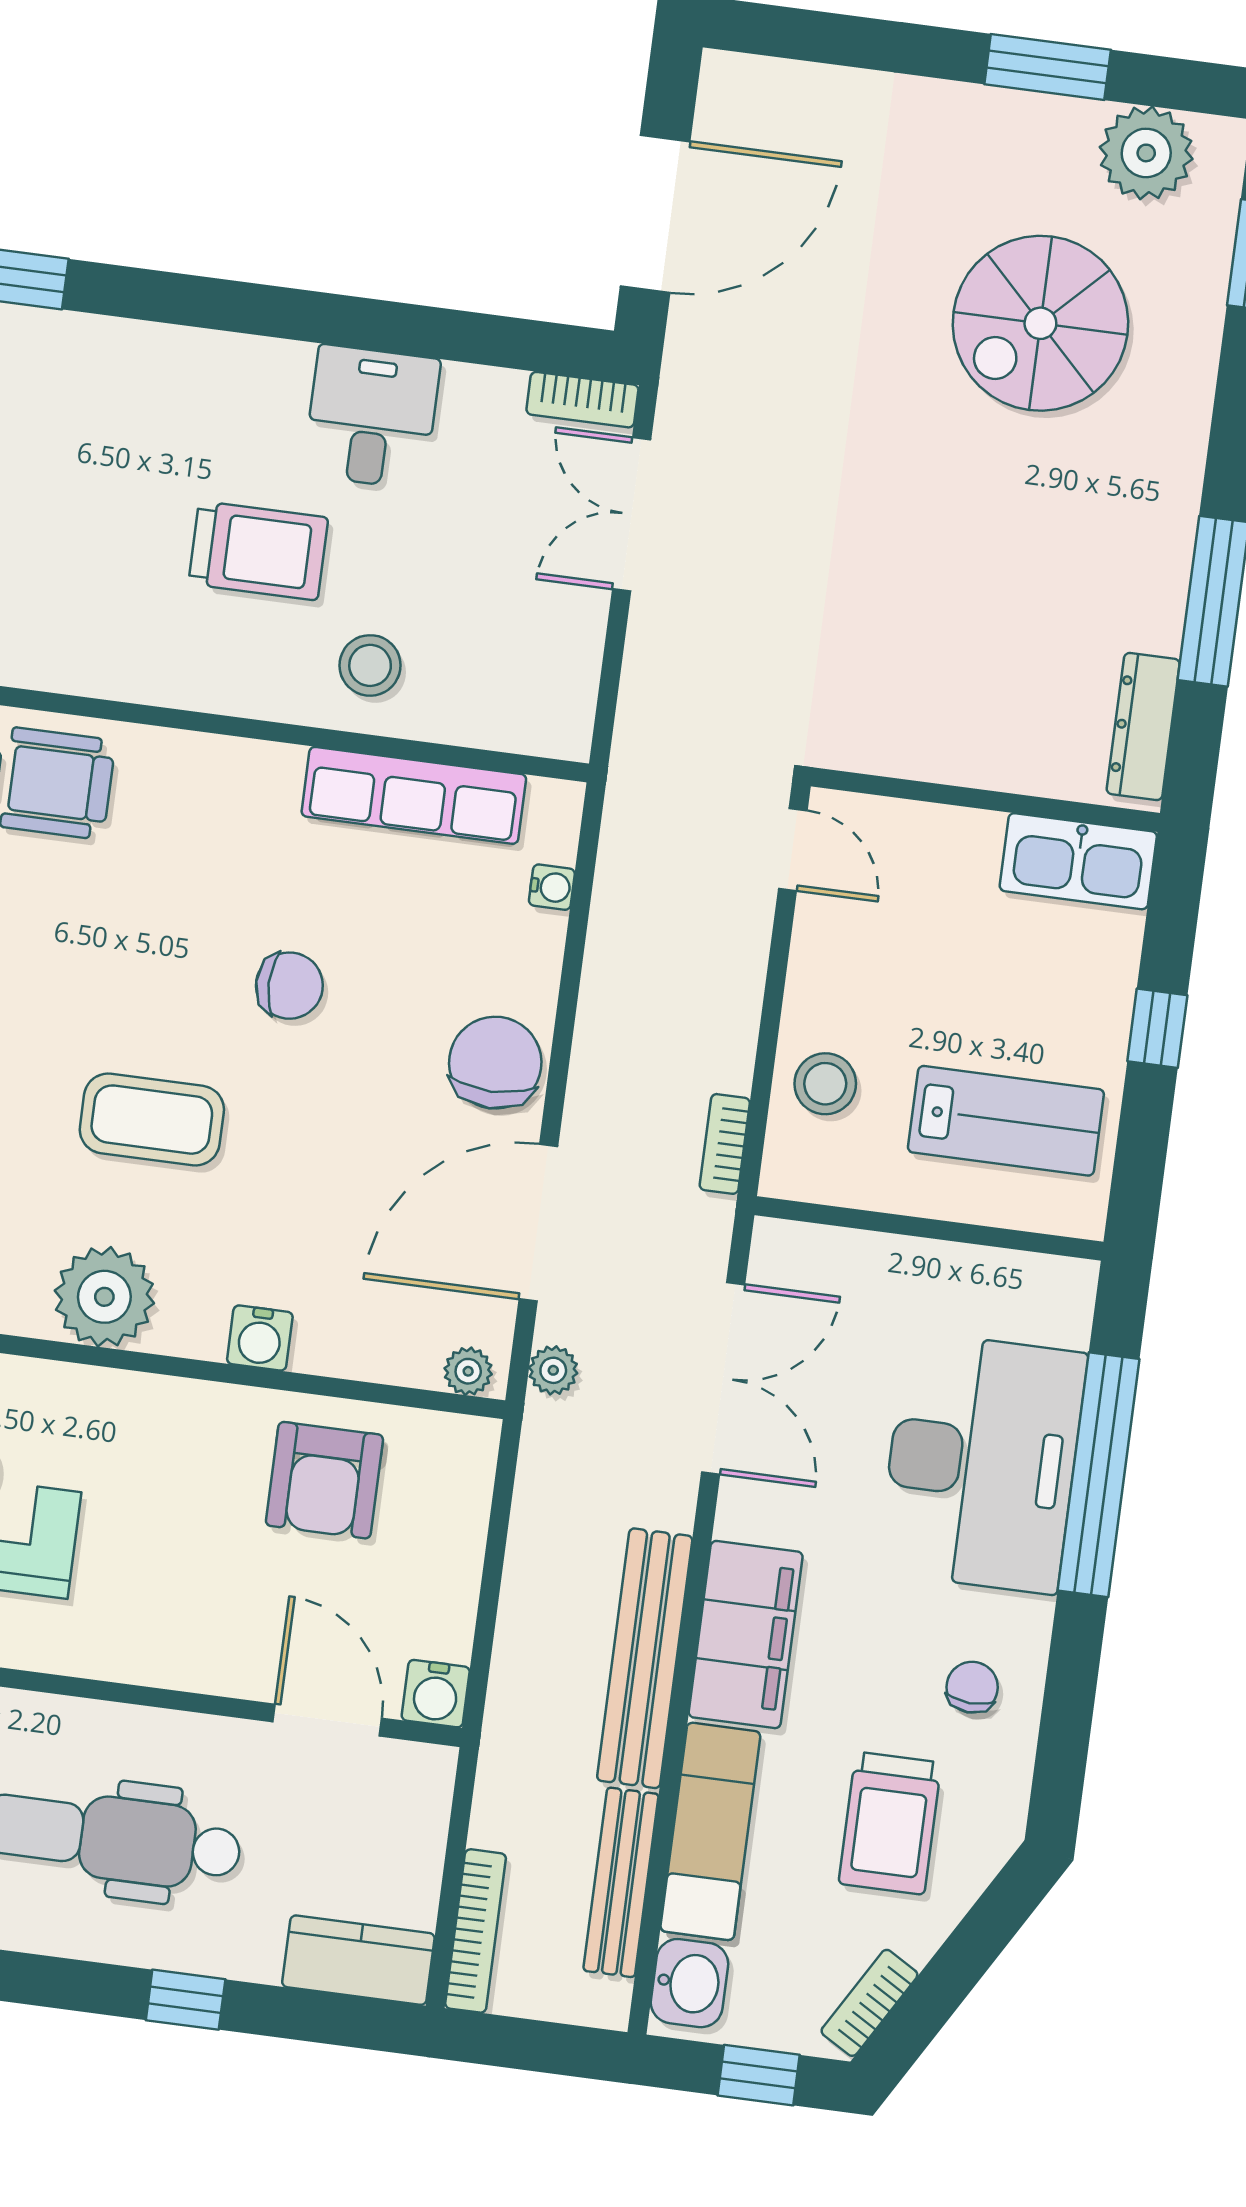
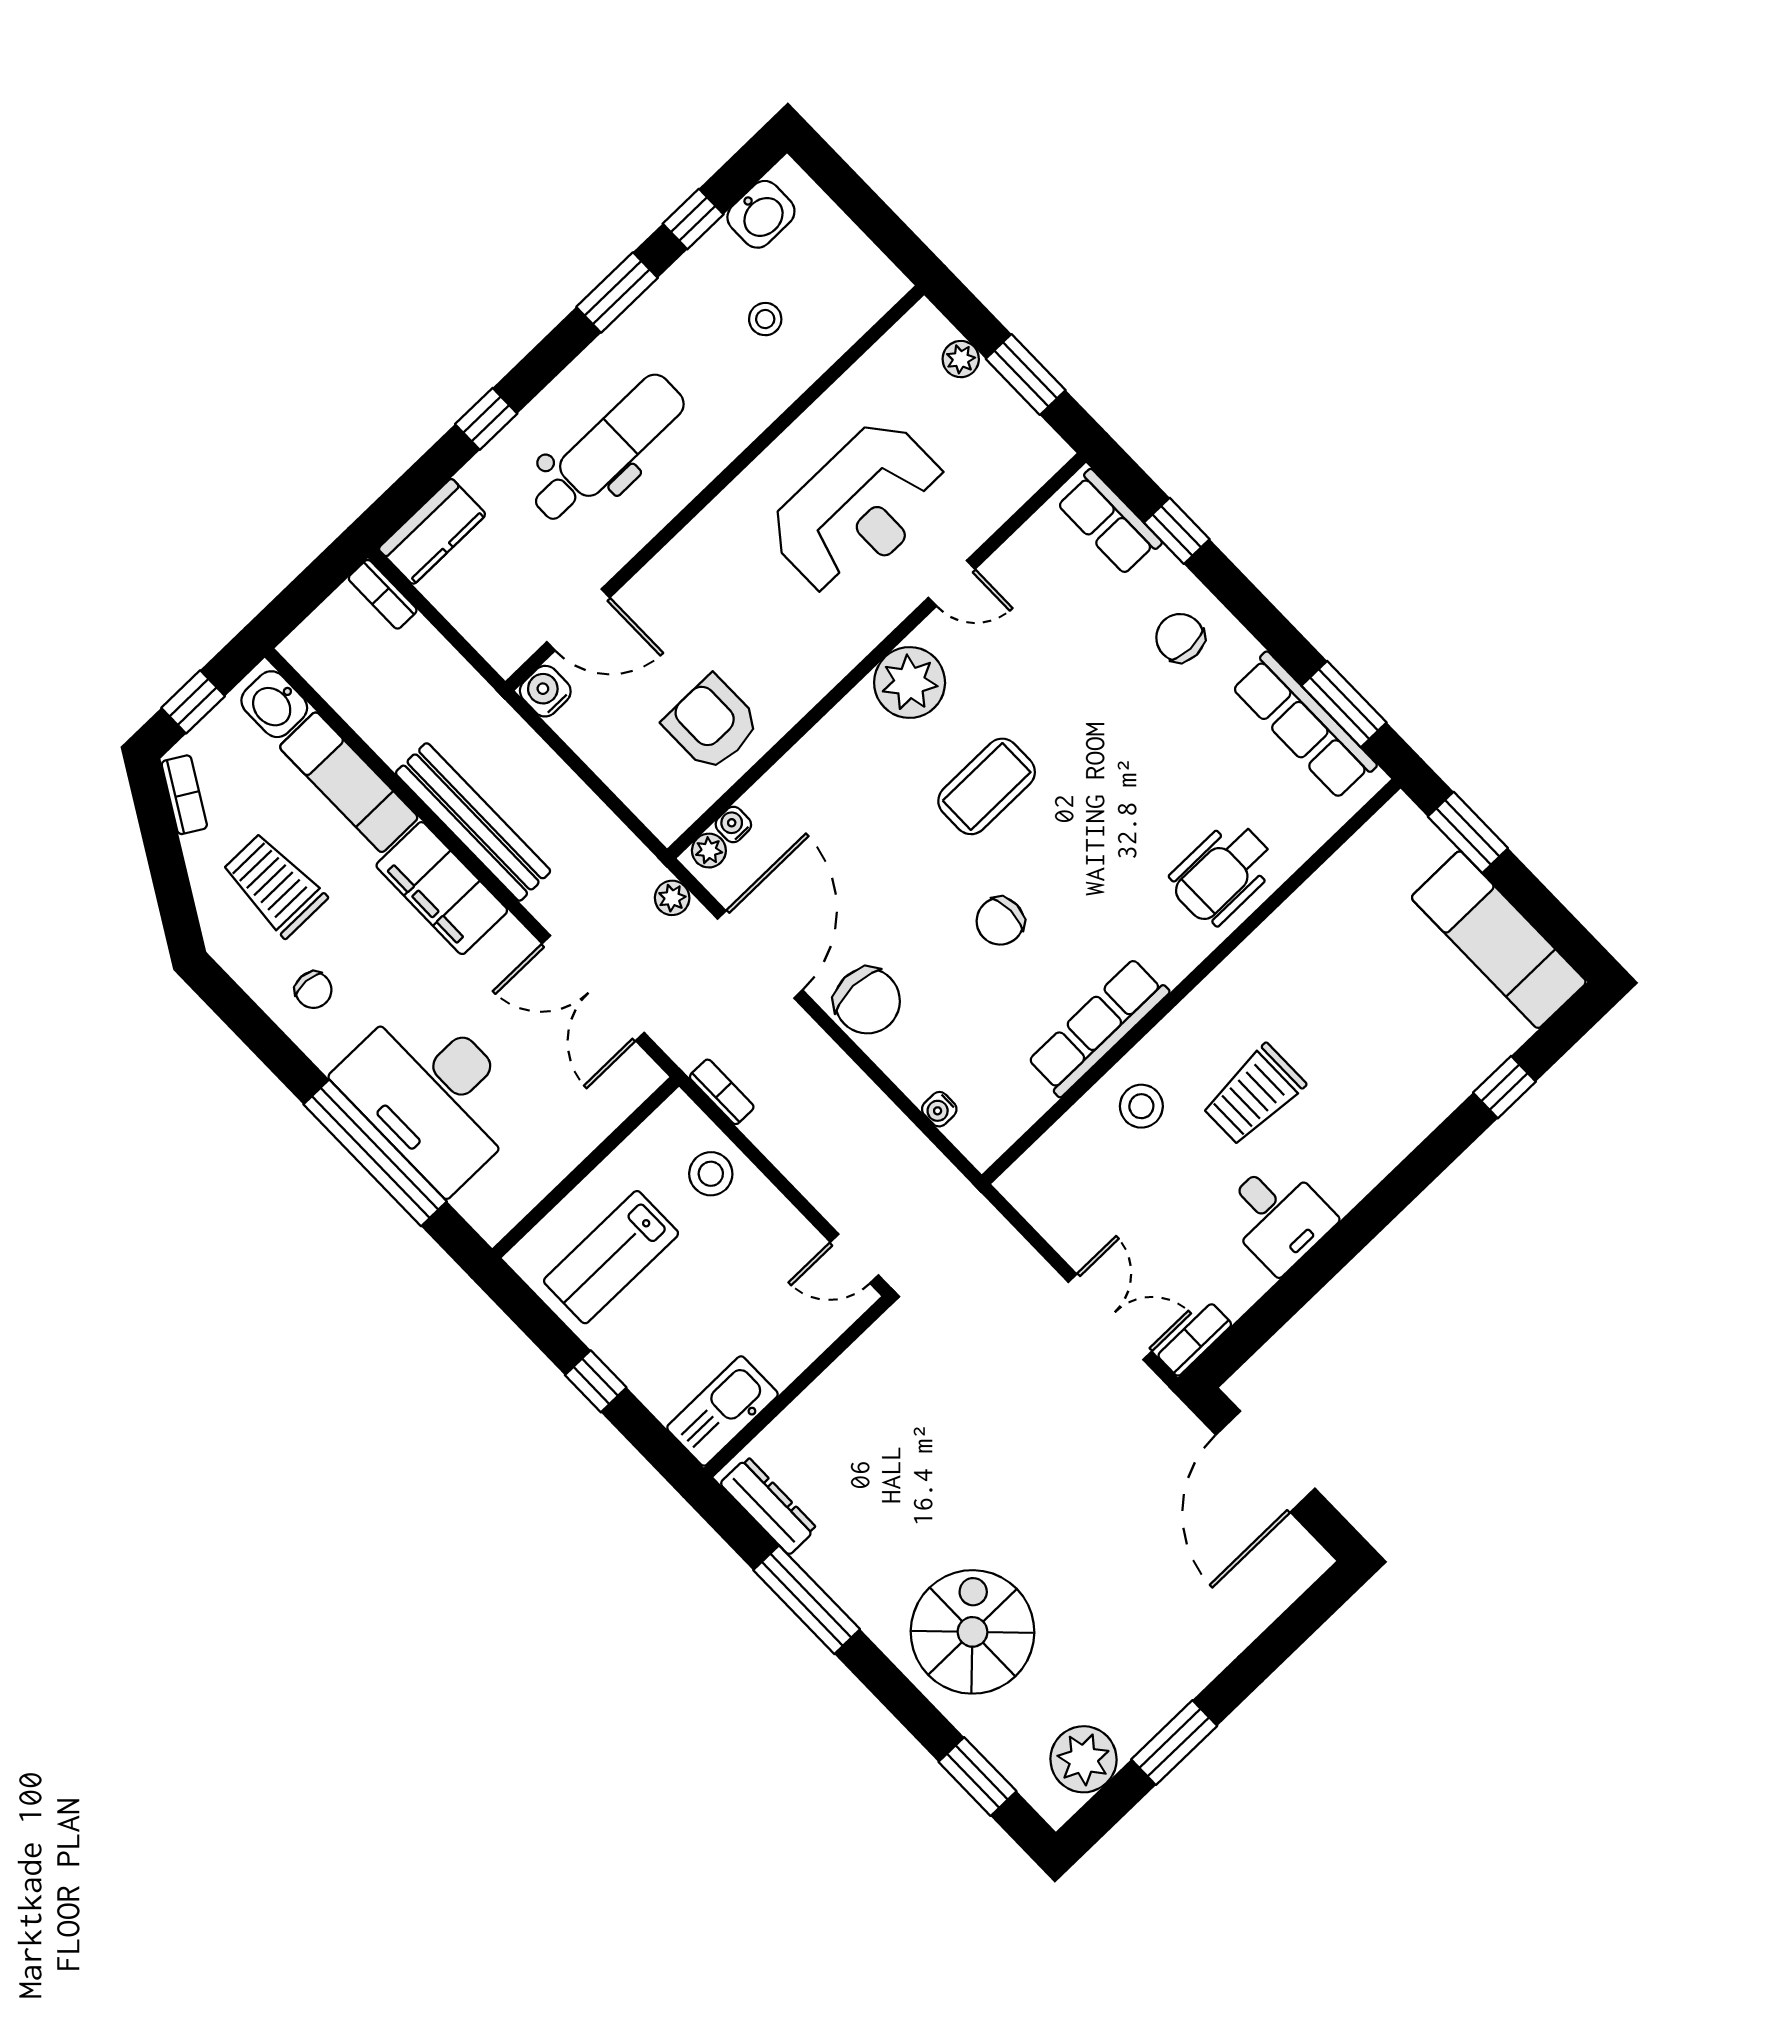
spiral stairs: (1040, 323) -> (972, 1632), moved
row of seats: (414, 795) -> (1098, 1027), moved
water cooler: (260, 1338) -> (733, 825), moved, width x0.72, depth x0.72
bench: (621, 1882) -> (360, 711), removed
bookcase: (476, 1931) -> (383, 594), width x0.64

